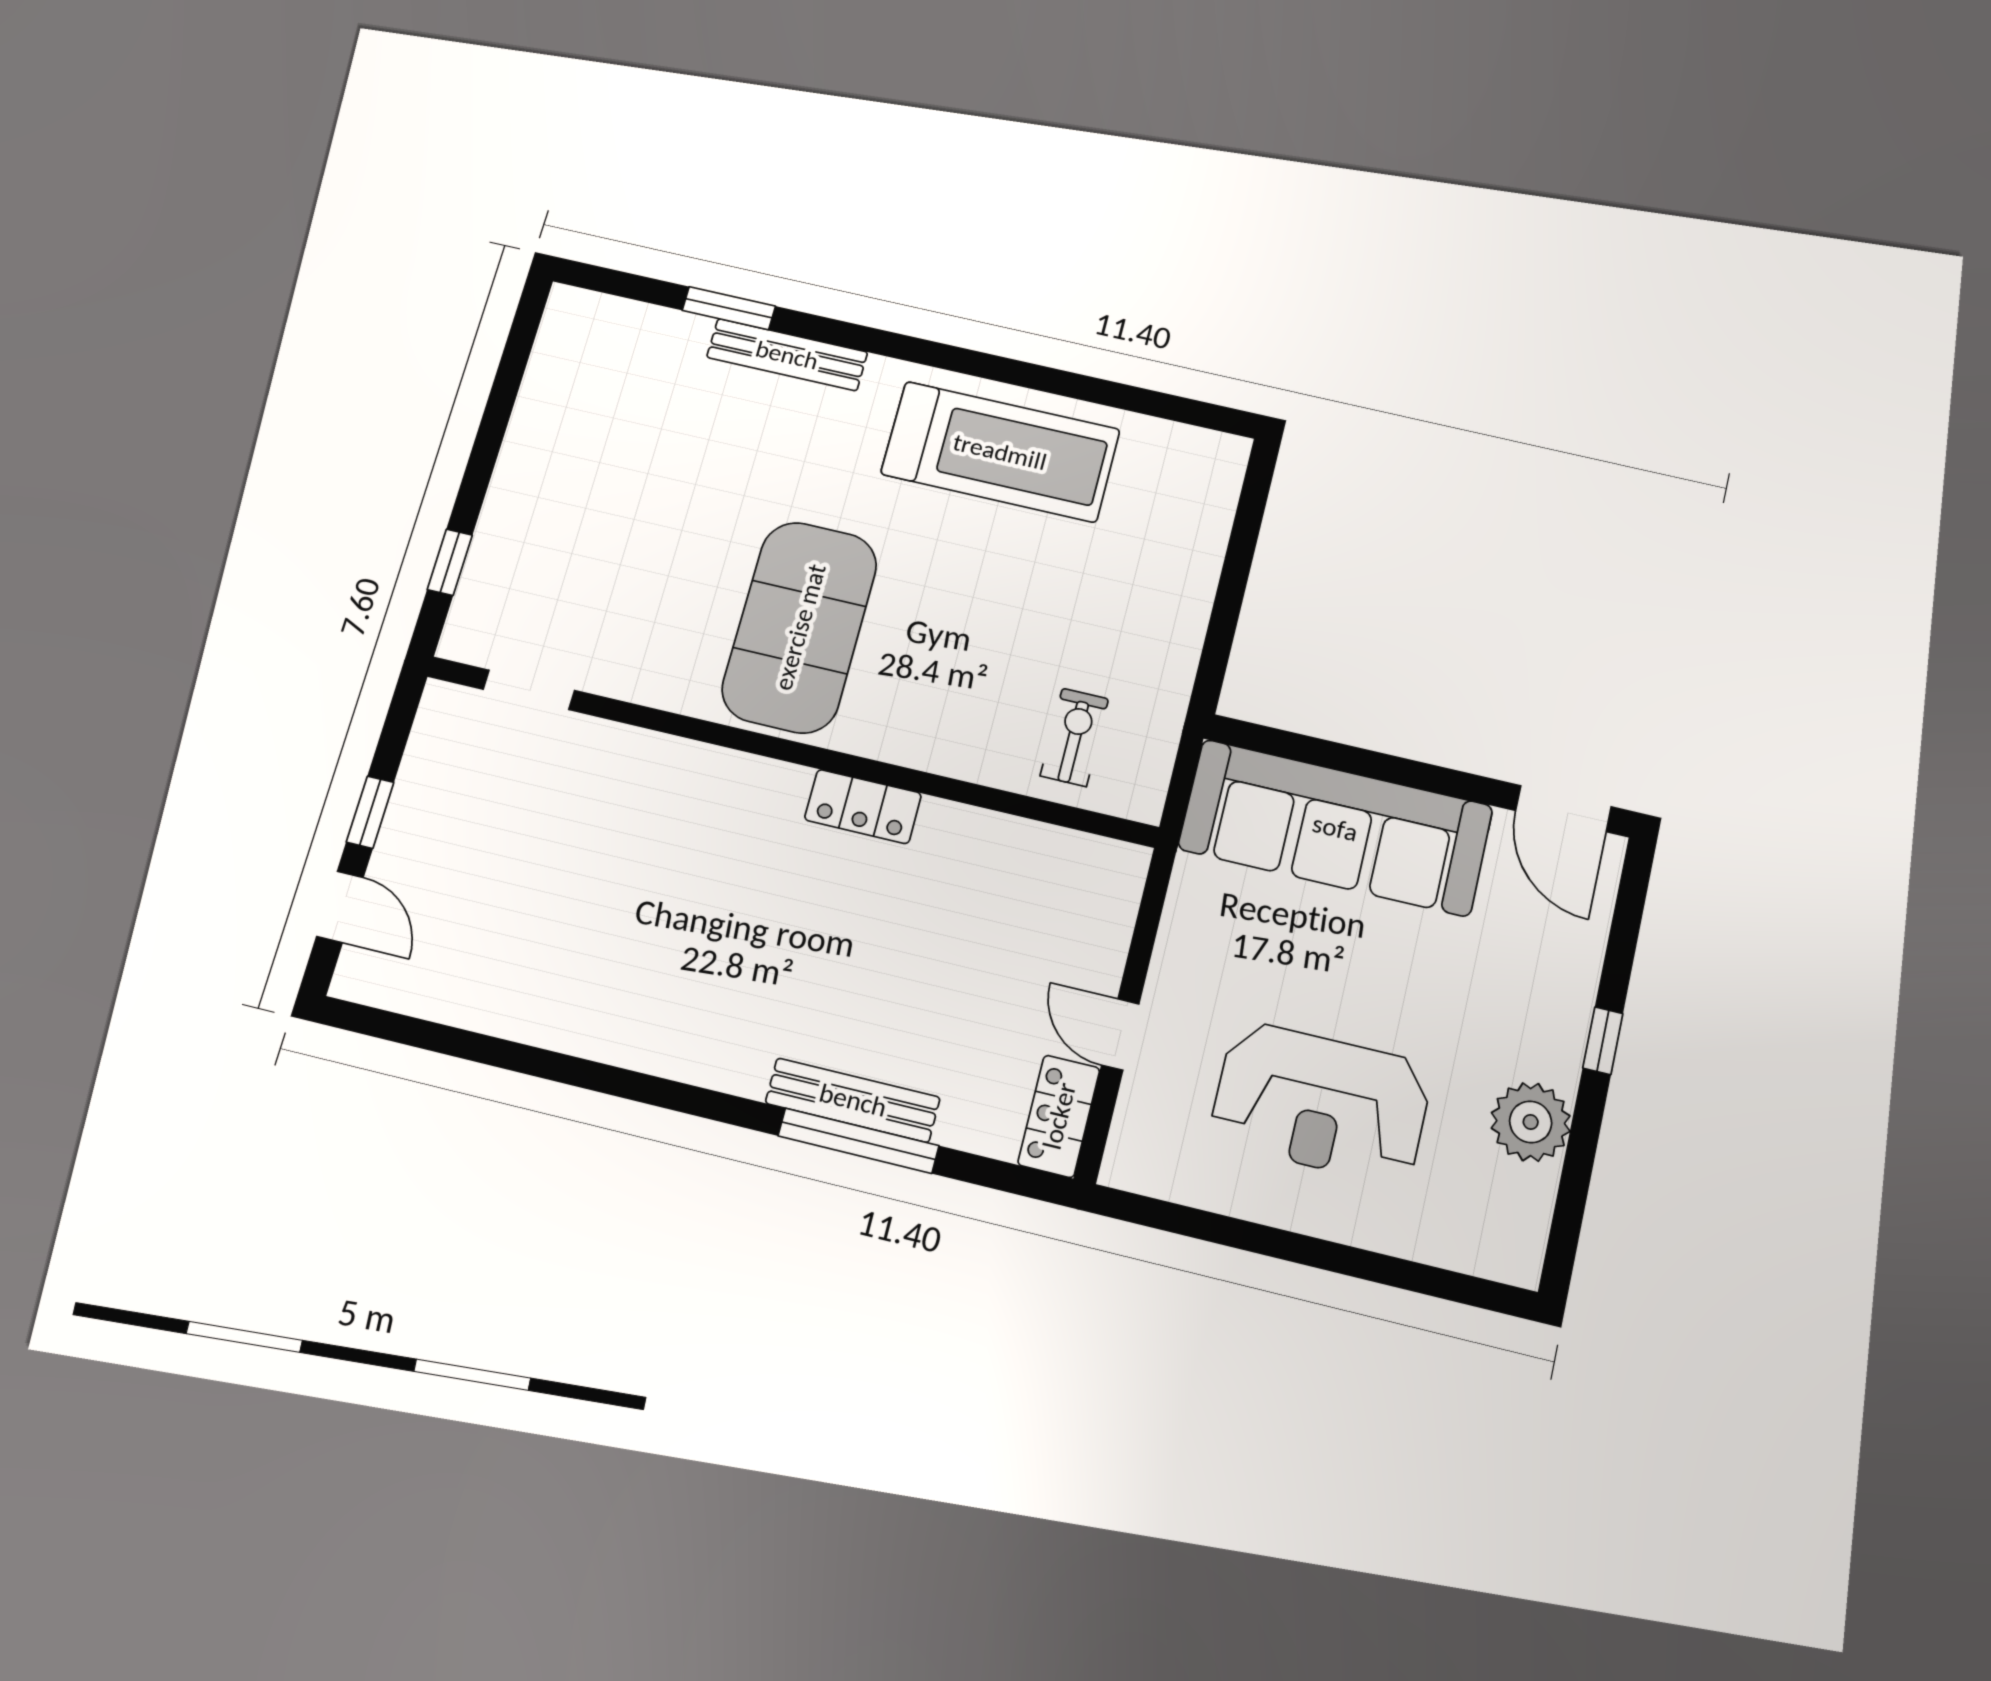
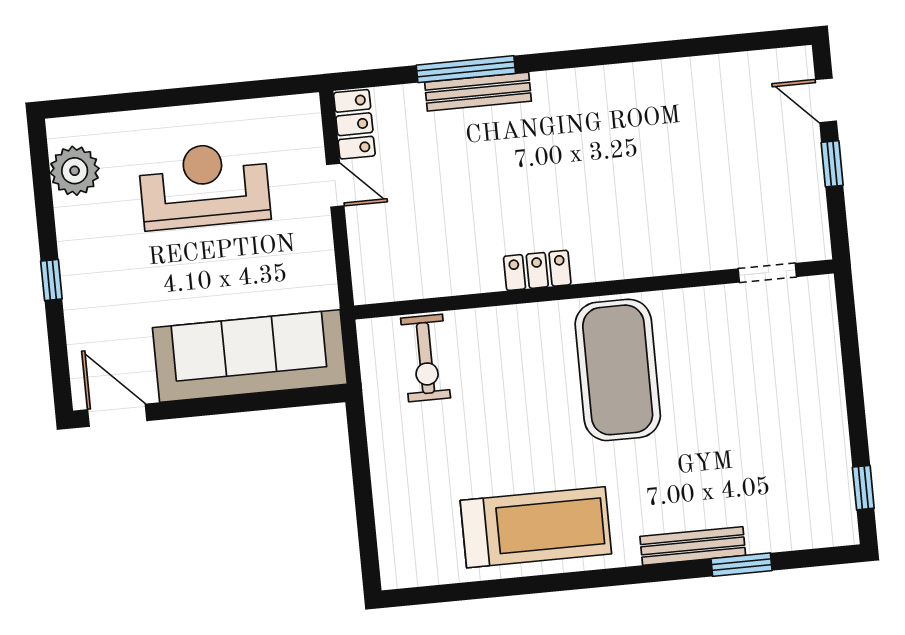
treadmill: (1000, 452) -> (536, 527), turned 180
window: (450, 562) -> (863, 488), moved
exercise bike: (1074, 737) -> (426, 358), width x1.38, depth x1.39
plant: (1531, 1122) -> (75, 171), moved

